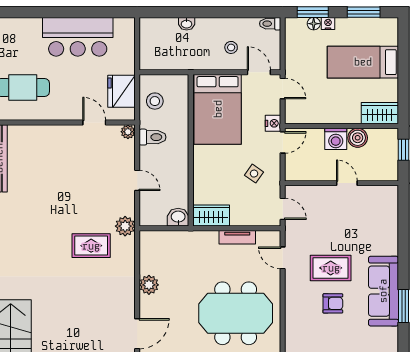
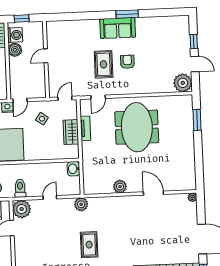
plant: (128, 132) -> (22, 209), width x1.87, depth x1.87
washing machine: (336, 139) -> (15, 35), moved
door: (283, 142) -> (20, 100), swing flipped
wardrobe: (211, 216) -> (71, 132), moved
rug: (91, 246) -> (89, 245), moved
sofa: (383, 291) -> (118, 28), width x0.73

